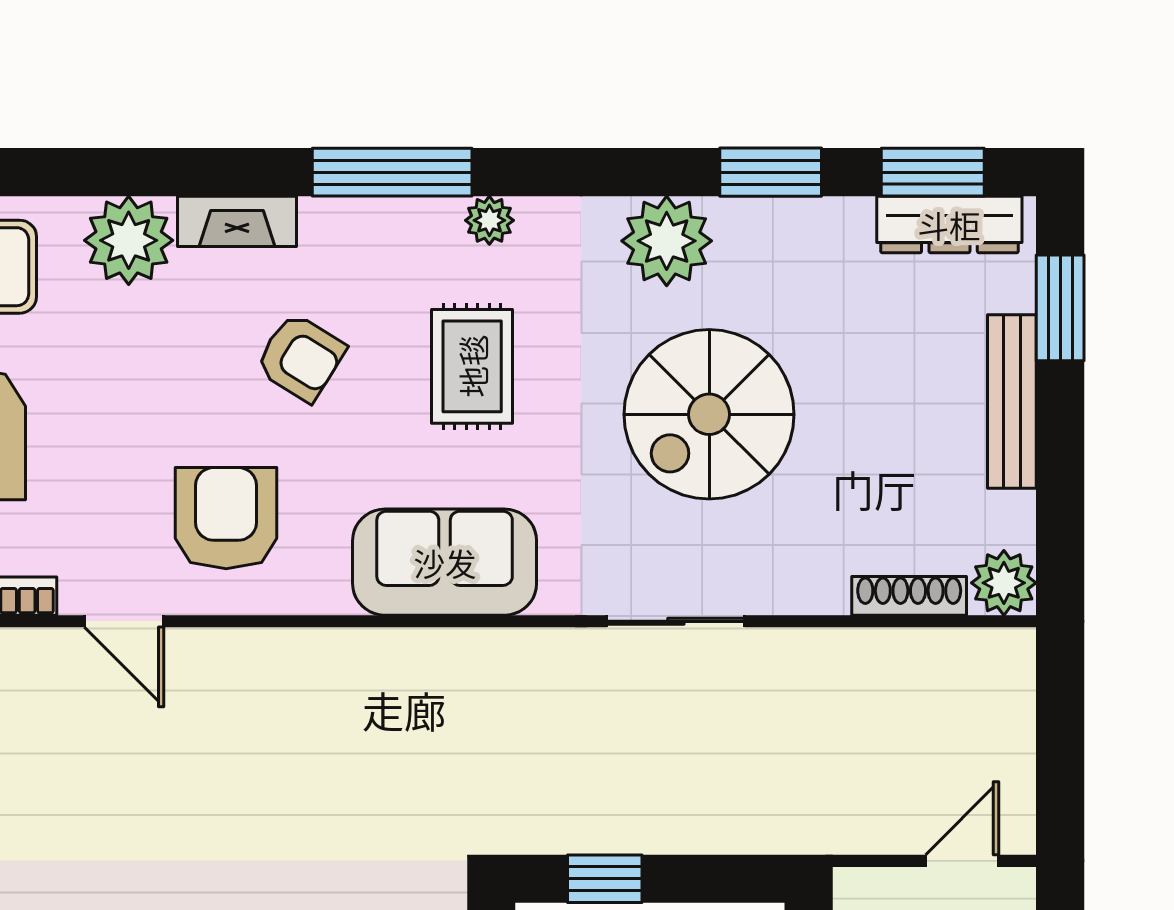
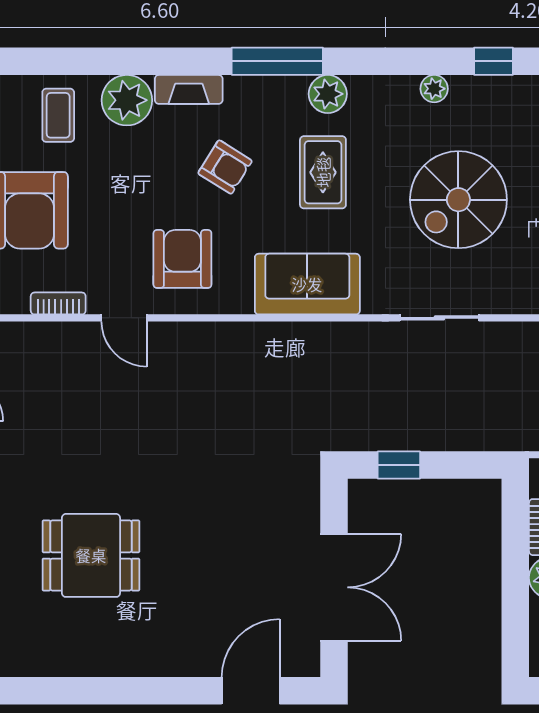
window: (771, 172) -> (494, 61), width x0.67
plant: (489, 220) -> (328, 94), width x1.38, depth x1.38
plant: (667, 241) -> (434, 89), width x0.53, depth x0.53

